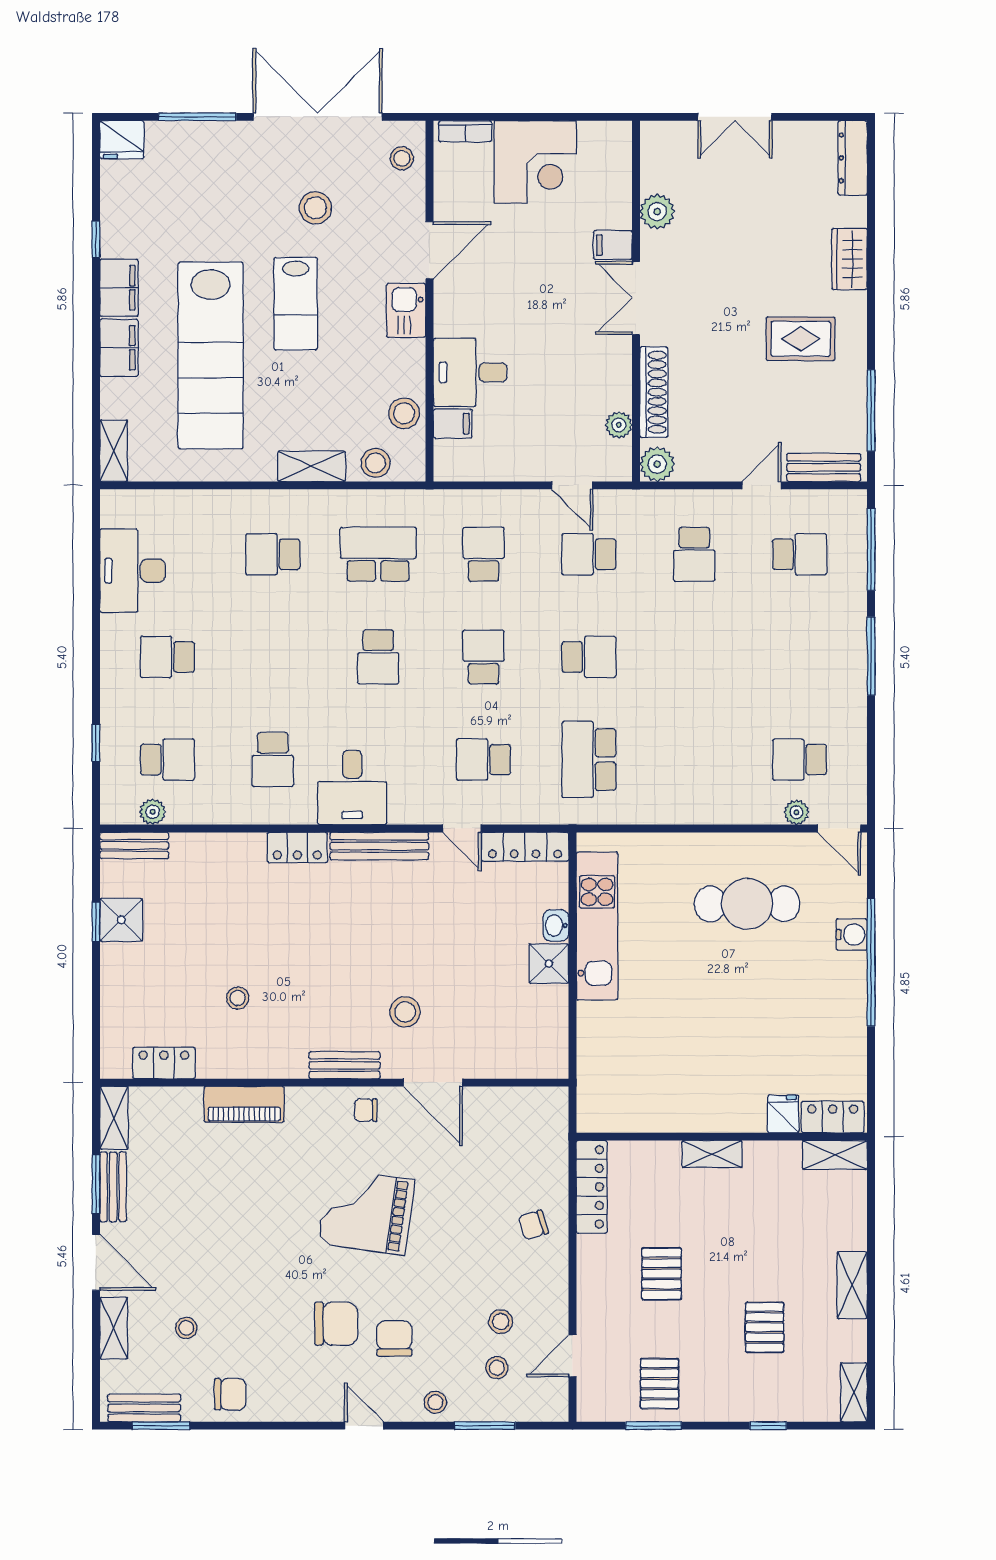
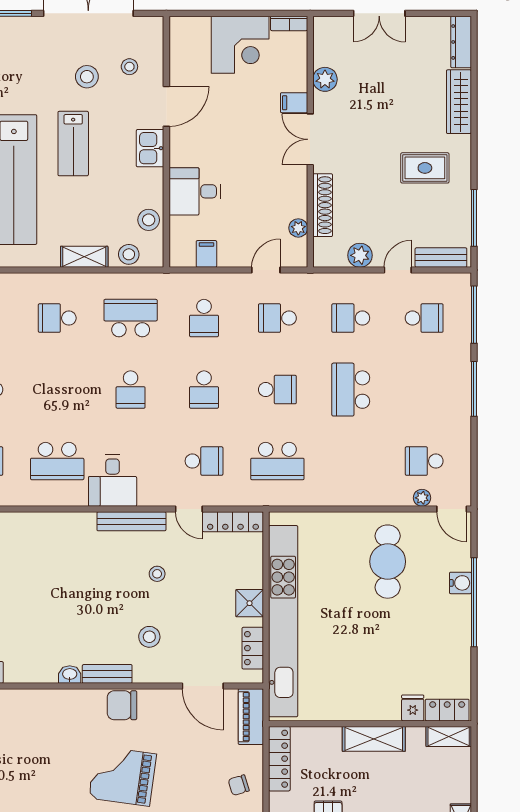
bookcase: (465, 131) -> (289, 23), moved
stool: (402, 158) -> (129, 67), moved
wardrobe: (849, 259) -> (459, 102), width x1.50
filing cabinet: (453, 424) -> (206, 254), moved, turned -90
plant: (657, 464) -> (360, 255), moved
door: (572, 485) -> (266, 270), swing flipped
school desk: (483, 554) -> (204, 318), turned 180
school desk: (694, 554) -> (351, 318), turned 90
school desk: (483, 657) -> (204, 390), turned 180
school desk: (694, 657) -> (351, 390), added
school desk: (273, 760) -> (57, 461), width x1.85
school desk: (483, 760) -> (204, 461), turned 180
school desk: (589, 760) -> (277, 461), turned -90
locker: (297, 847) -> (253, 648), moved, turned 90
cafe table: (747, 904) -> (388, 562), turned 90
washbasin: (556, 925) -> (70, 675), moved, turned 90
kitchen unit: (597, 926) -> (283, 621), width x1.86
stool: (238, 998) -> (157, 574), moved
door: (433, 1083) -> (203, 686), moved
piano: (244, 1104) -> (251, 717), moved, turned 90
chair: (366, 1110) -> (122, 705), width x1.87, depth x1.87
shelving: (712, 1154) -> (374, 739), width x1.50, depth x1.33

